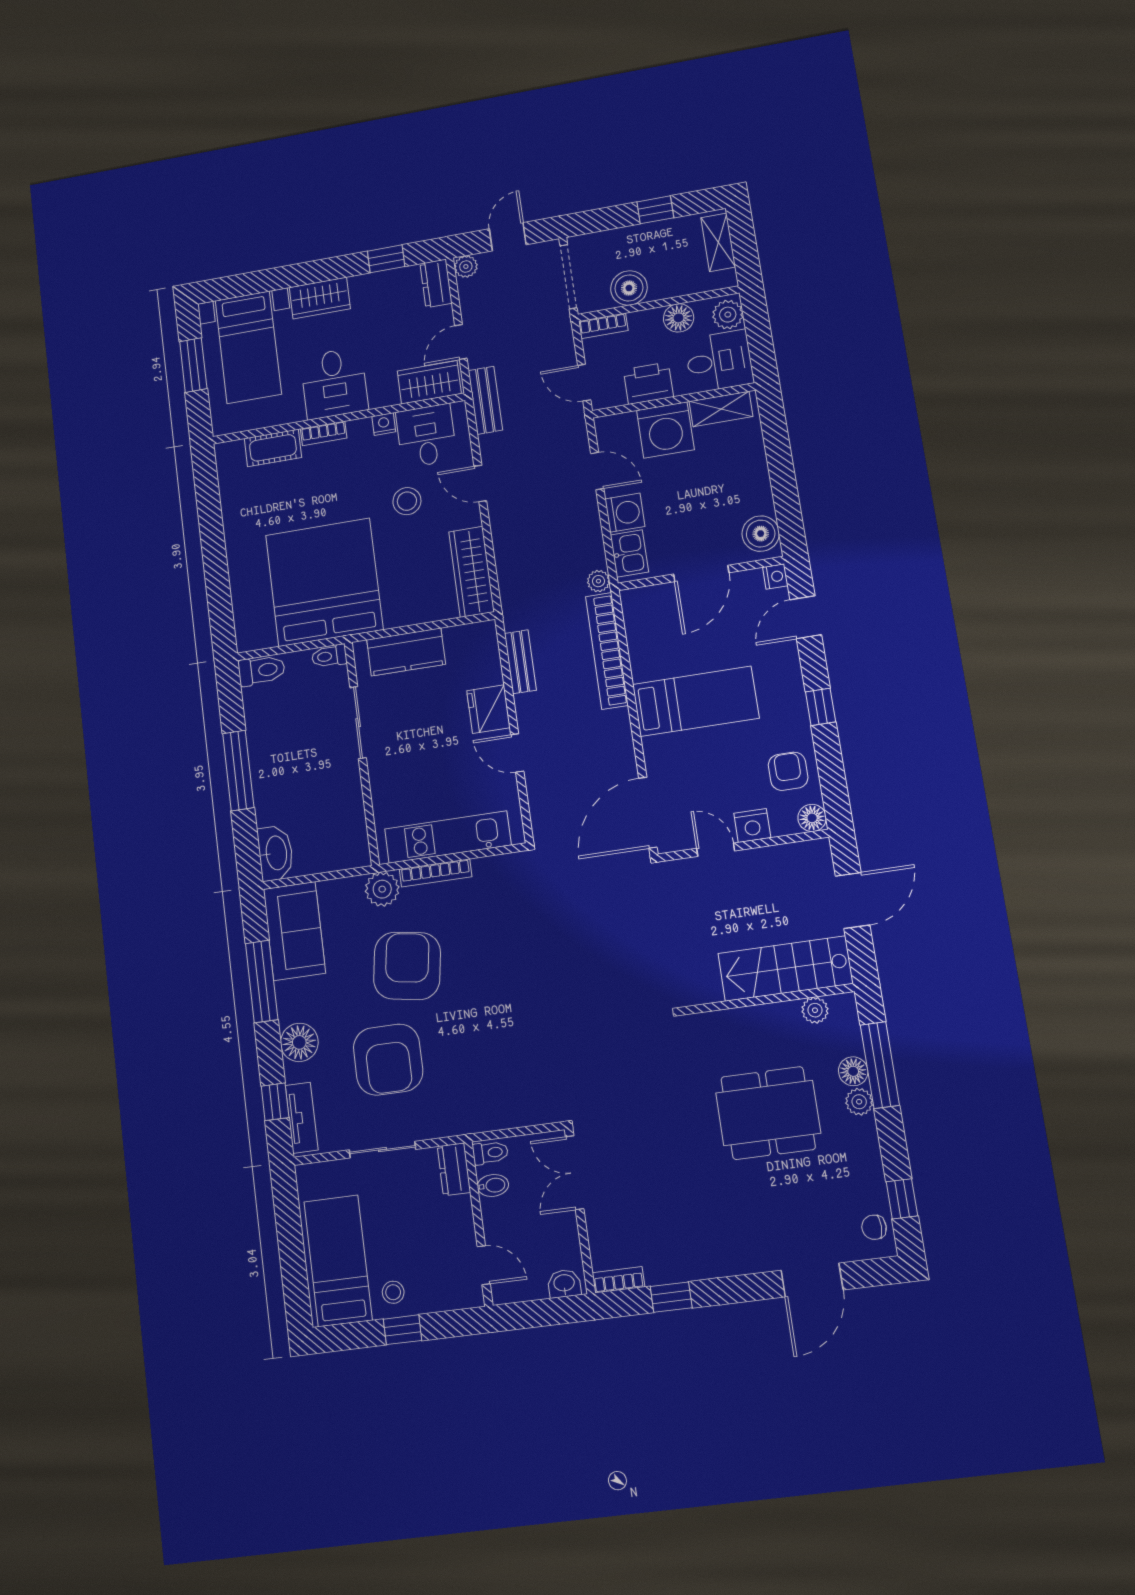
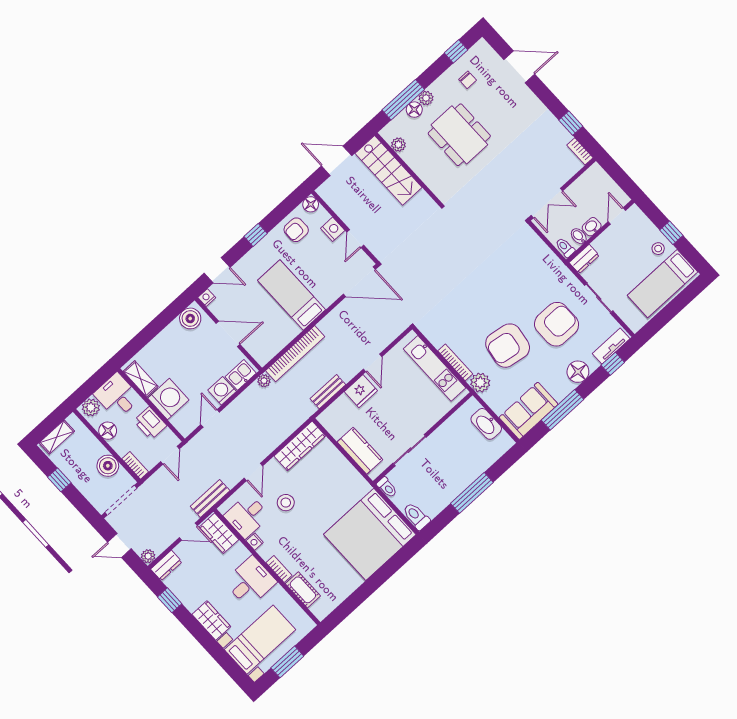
bed: (324, 582) -> (370, 534), moved
washbasin: (275, 853) -> (486, 424), moved, turned -90
chair: (874, 1227) -> (468, 80), moved
washbasin: (564, 1284) -> (592, 227), moved, turned 90

